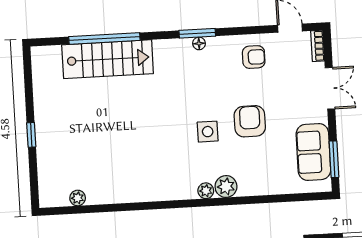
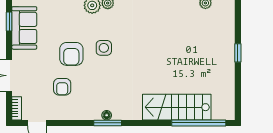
window: (104, 39) -> (199, 123), moved
armchair: (254, 57) -> (62, 87), moved, turned -90
window: (334, 159) -> (9, 22), width x0.67

